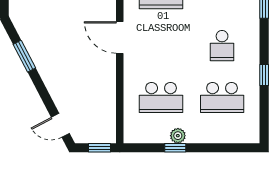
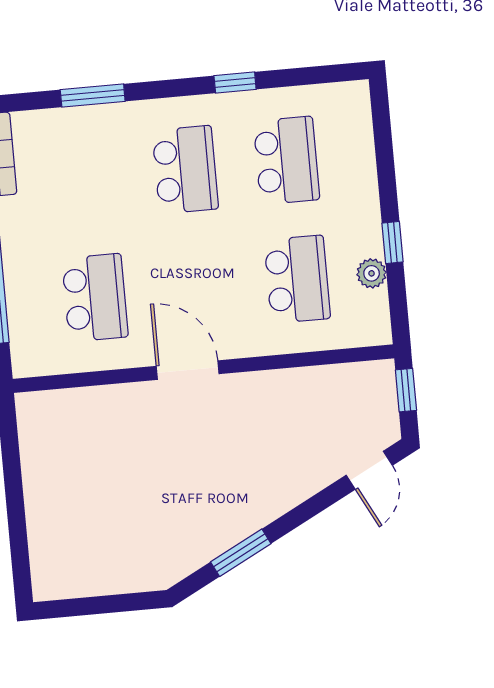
door: (120, 37) -> (188, 370), swing flipped
school desk: (222, 46) -> (185, 170), width x1.85
plant: (178, 136) -> (372, 273), moved

